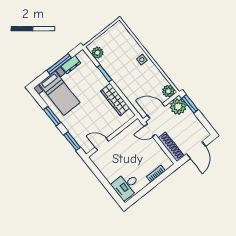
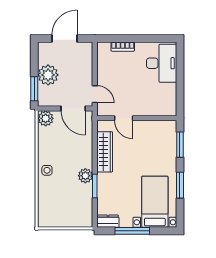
plant: (97, 53) -> (85, 176), moved
dresser: (71, 65) -> (108, 221), moved
plant: (178, 107) -> (48, 75), moved
door: (102, 144) -> (124, 118), moved
shoe rack: (171, 147) -> (87, 61), removed
desk: (126, 186) -> (162, 63), width x1.37

